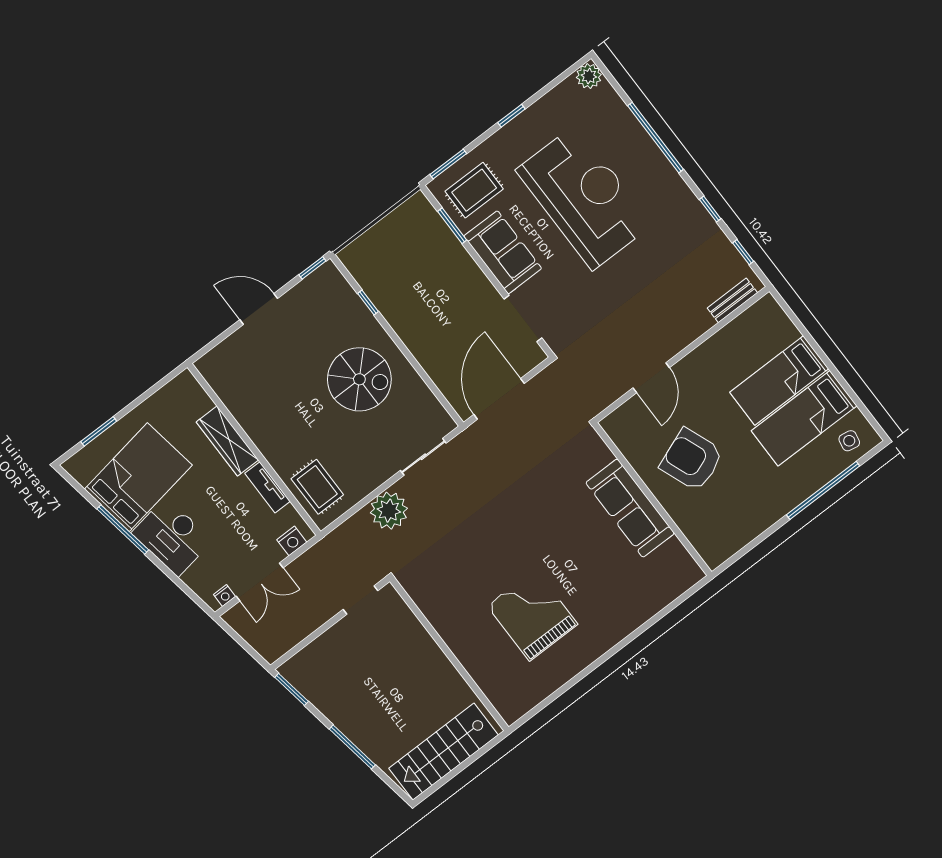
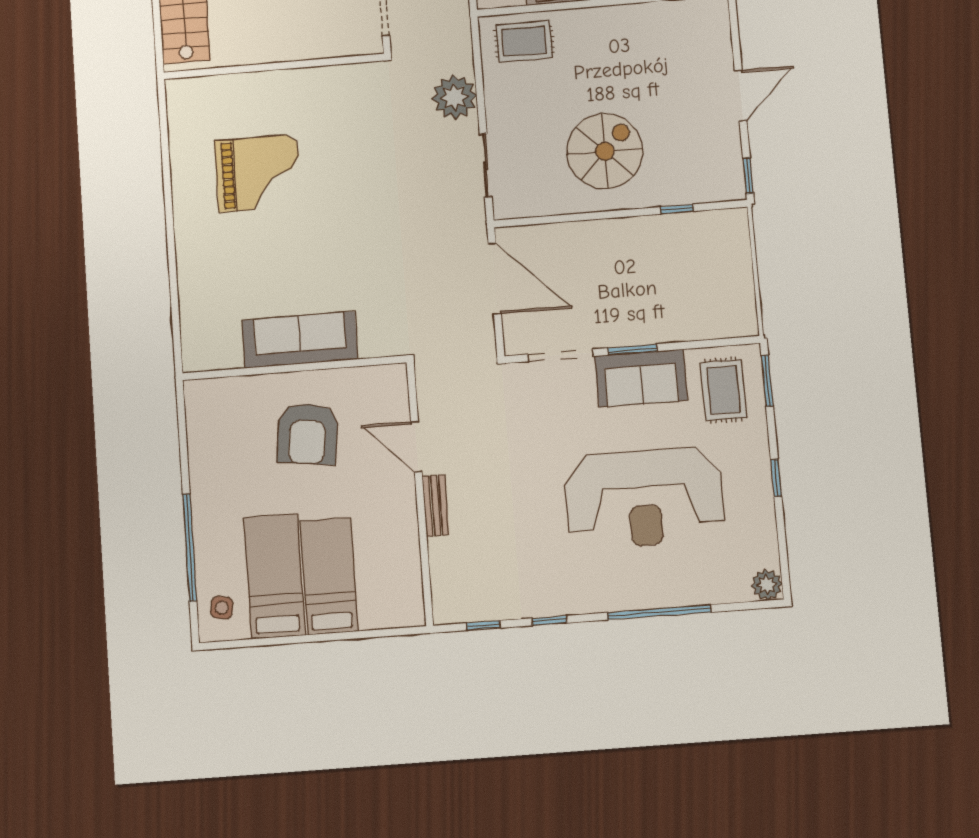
window: (452, 226) -> (632, 350), moved
bench: (732, 300) -> (436, 505), moved
spiral stairs: (359, 379) -> (605, 151), turned 180
armchair: (692, 460) -> (307, 434), turned 118

